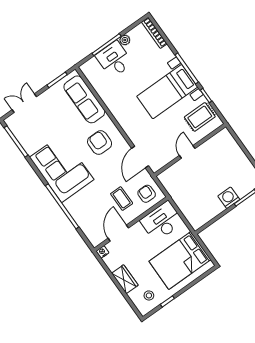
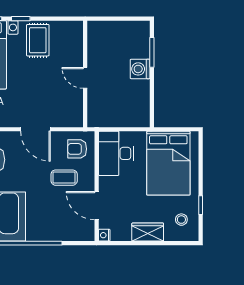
wall: (190, 150) -> (85, 74), moved
door: (187, 152) -> (85, 78), moved

